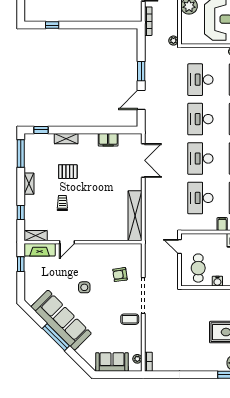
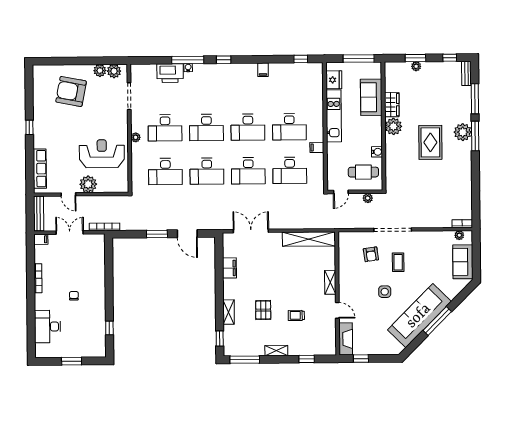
plant: (173, 41) -> (368, 198), moved
shelving: (36, 236) -> (330, 282), moved
coffee table: (130, 319) -> (398, 262), moved

